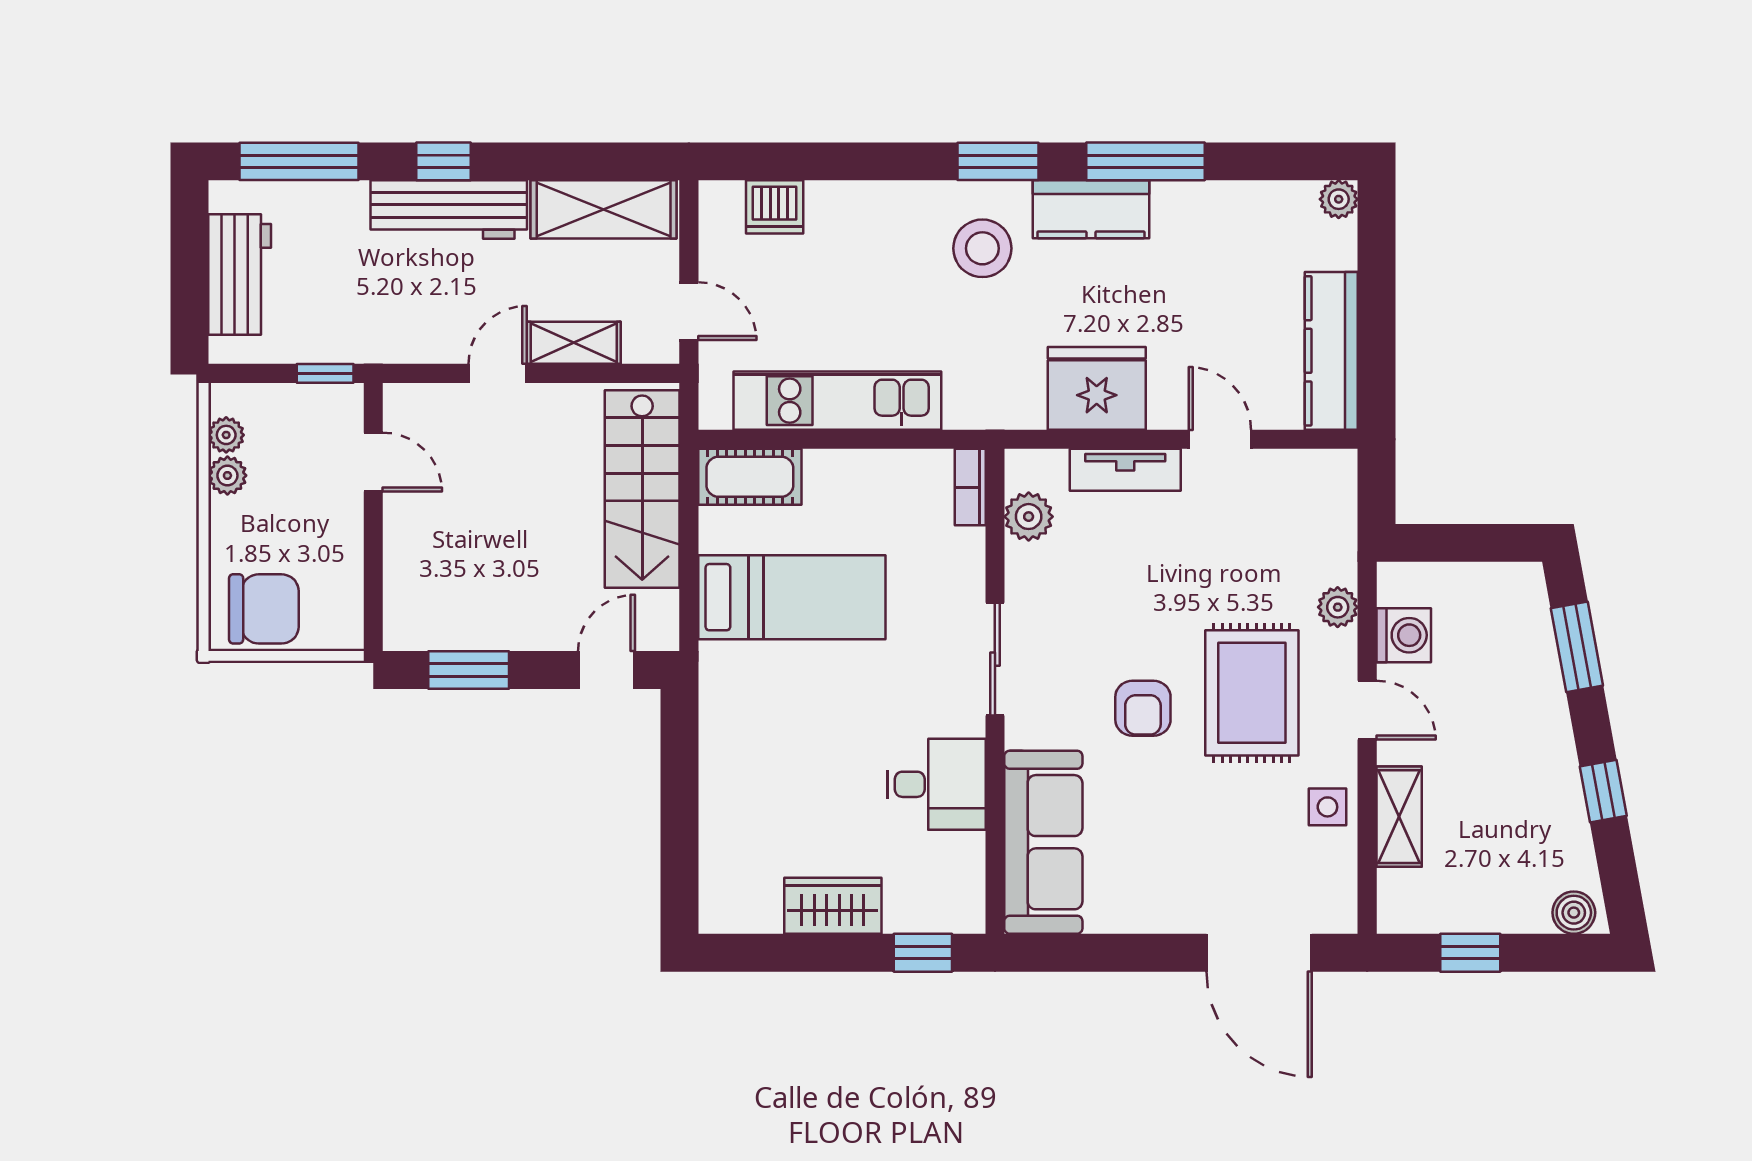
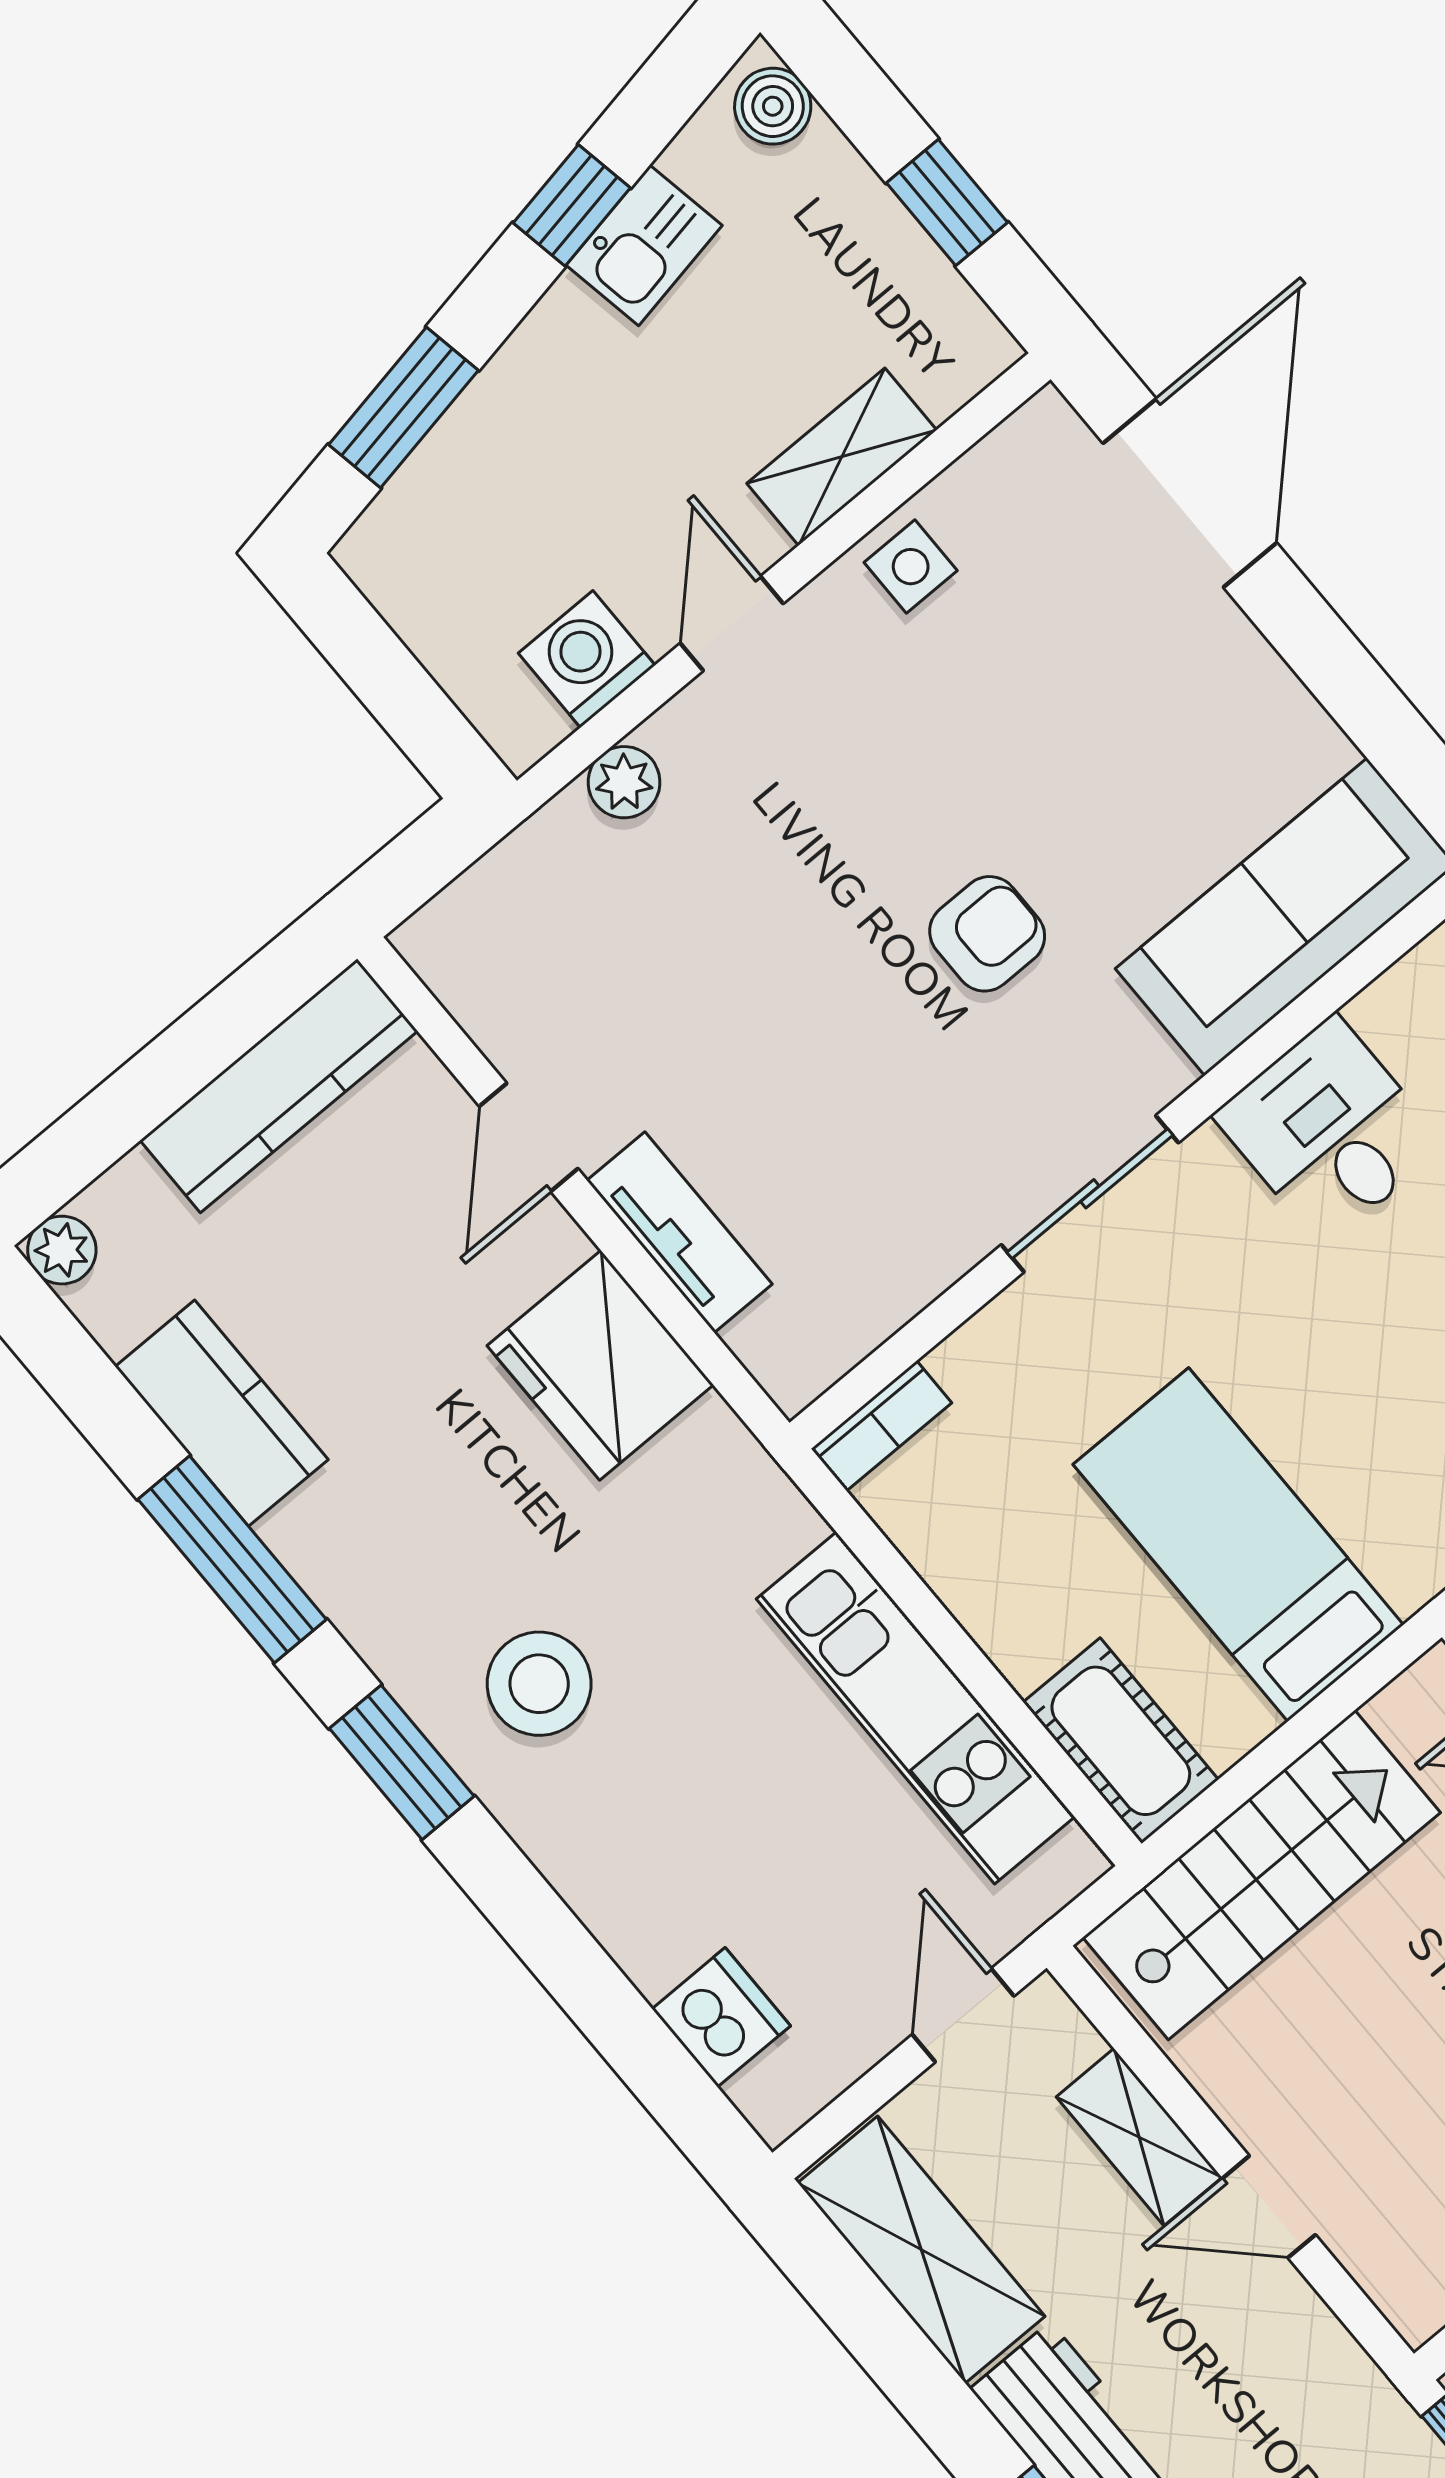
kitchen counter: (1091, 209) -> (222, 1413), moved
plant: (1029, 517) -> (855, 1312), removed
rug: (1252, 693) -> (841, 802), removed
kitchen sink: (1560, 808) -> (644, 245), added

